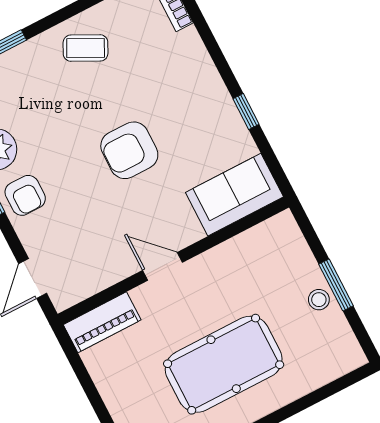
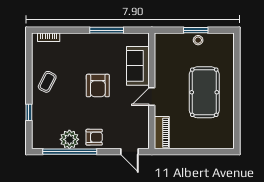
window: (246, 112) -> (107, 30), width x2.17
sofa: (234, 195) -> (138, 66), moved

